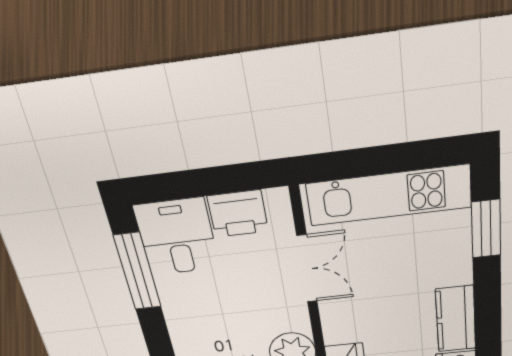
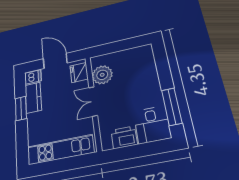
window: (486, 229) -> (21, 108), moved
double door: (307, 269) -> (93, 101), moved

